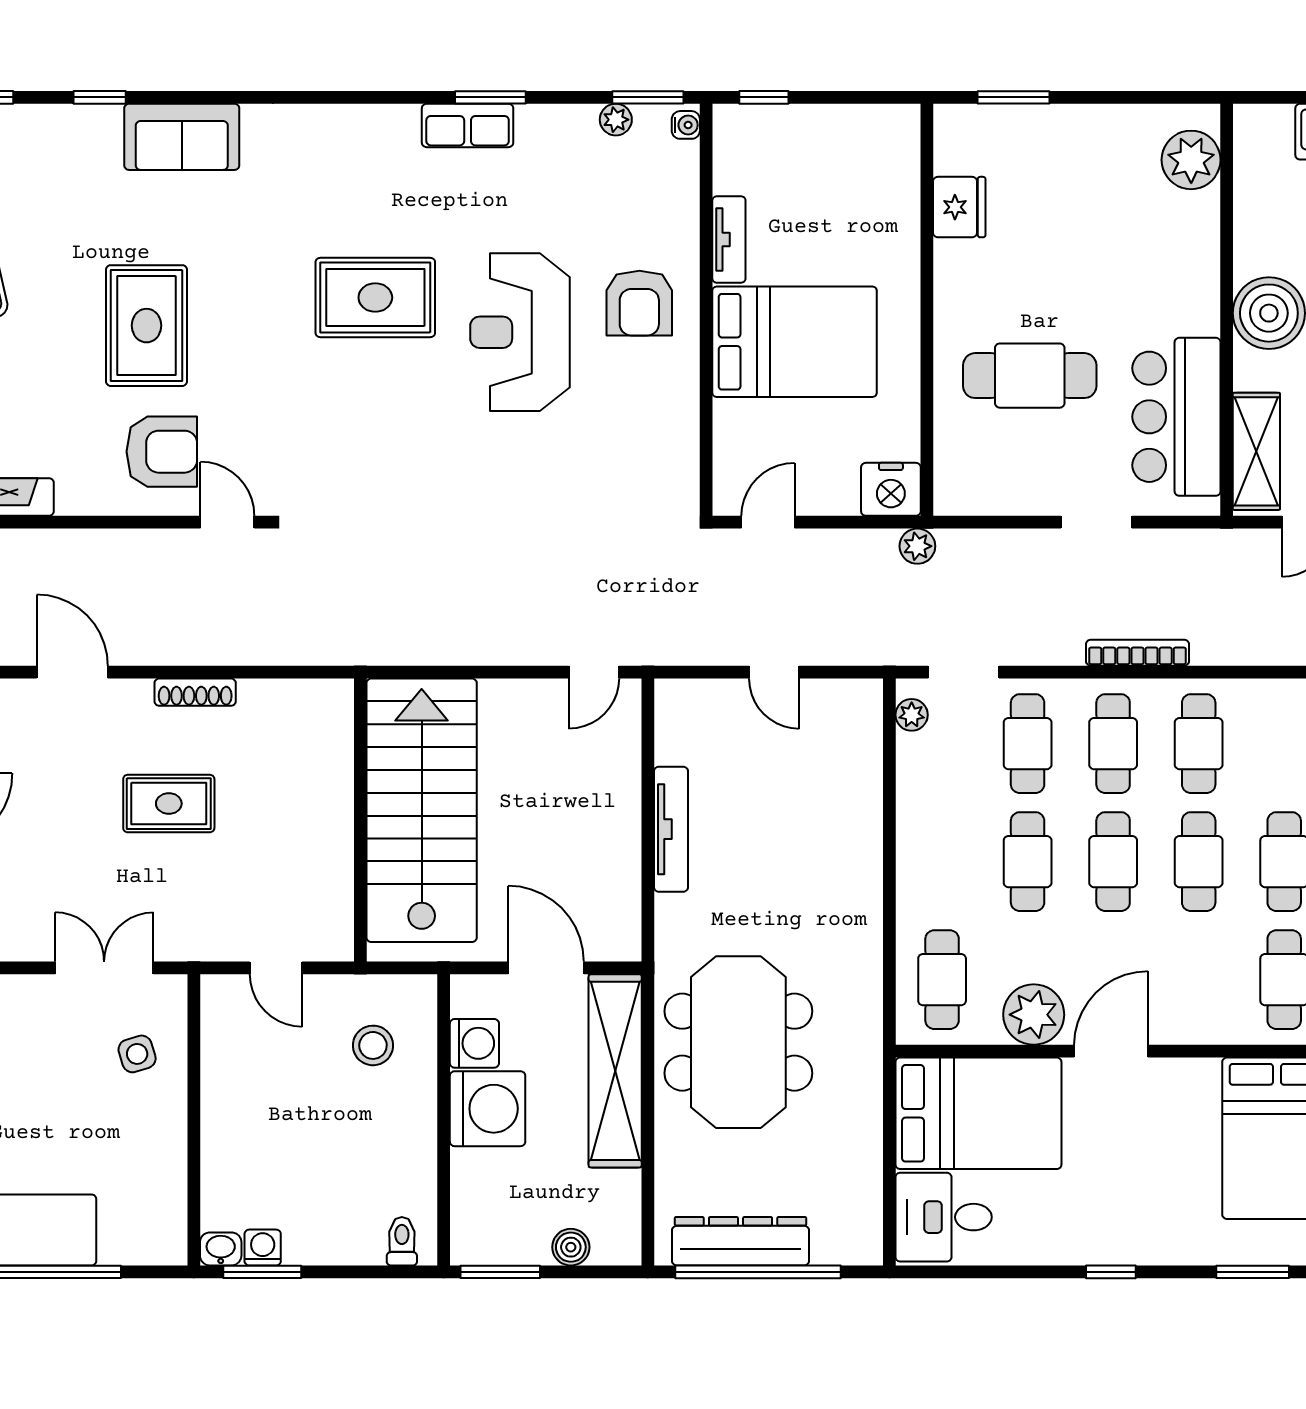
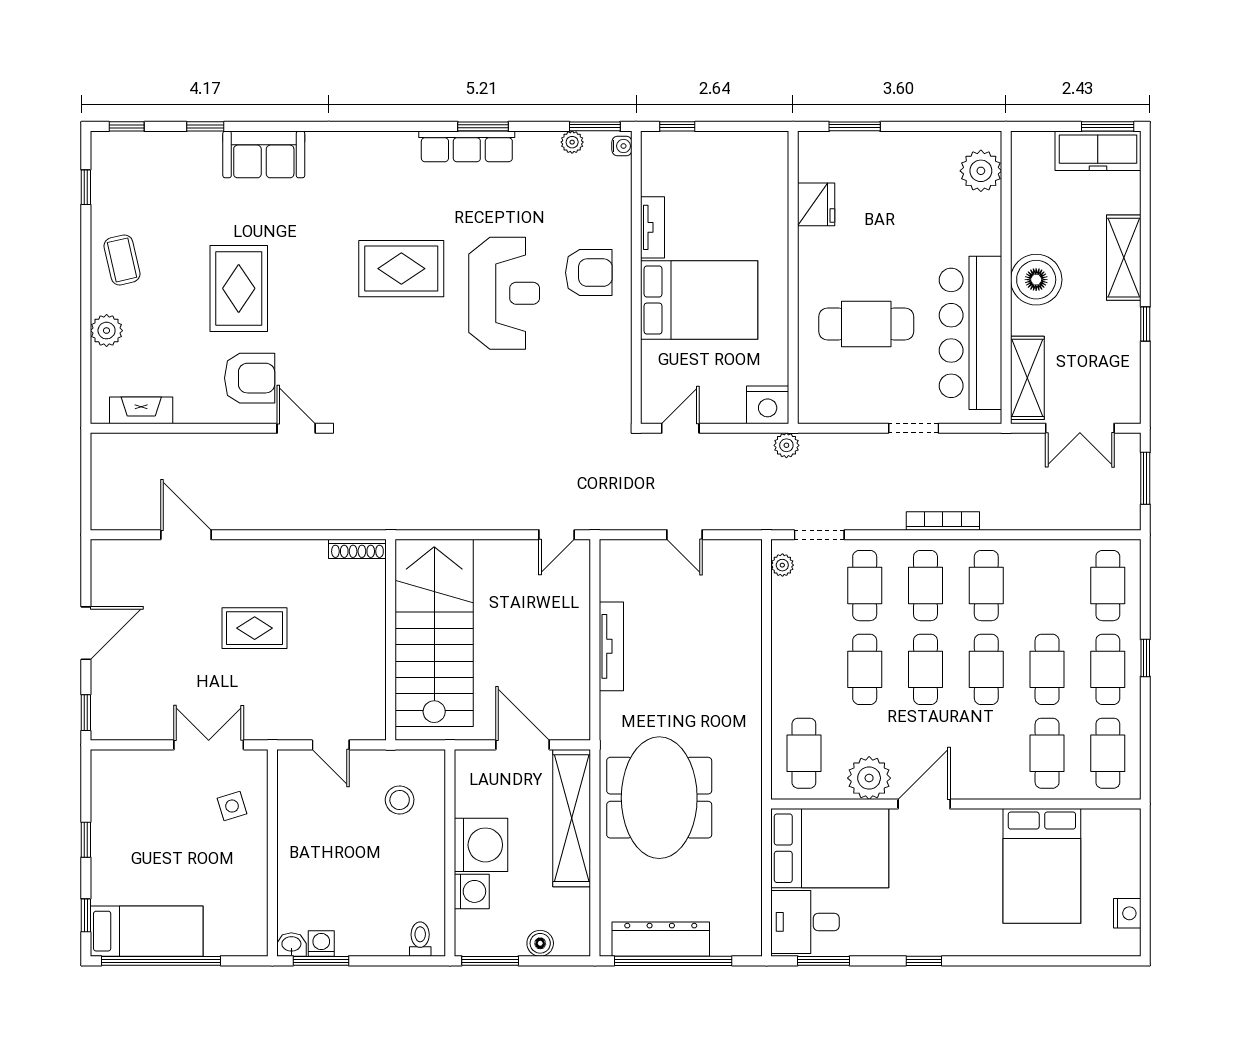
row of seats: (468, 125) -> (467, 146), width x1.48
armchair: (639, 303) -> (589, 273), turned -90
reception desk: (520, 332) -> (504, 293), turned 180
bar counter: (1176, 417) -> (970, 333), width x1.36
shoe rack: (195, 692) -> (357, 549), moved
washing machine: (474, 1043) -> (472, 891), moved
window: (1253, 1272) -> (824, 961), moved

